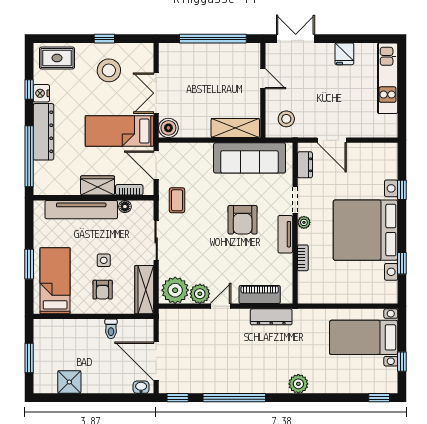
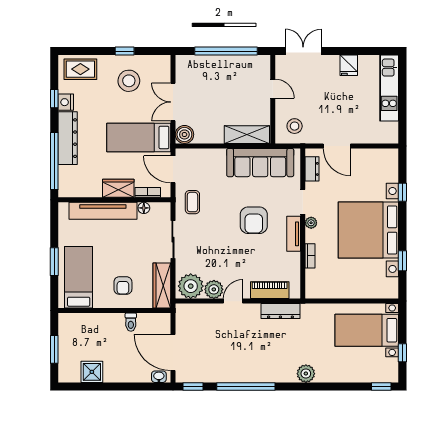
side table: (104, 260) -> (124, 258), removed

